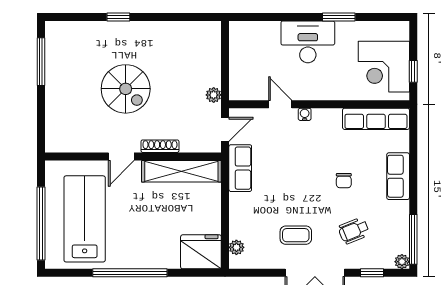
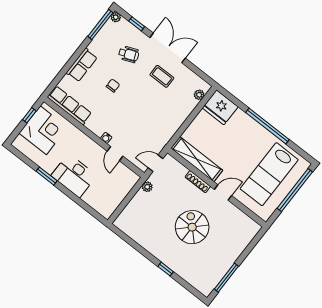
row of seats: (240, 168) -> (164, 136), removed

